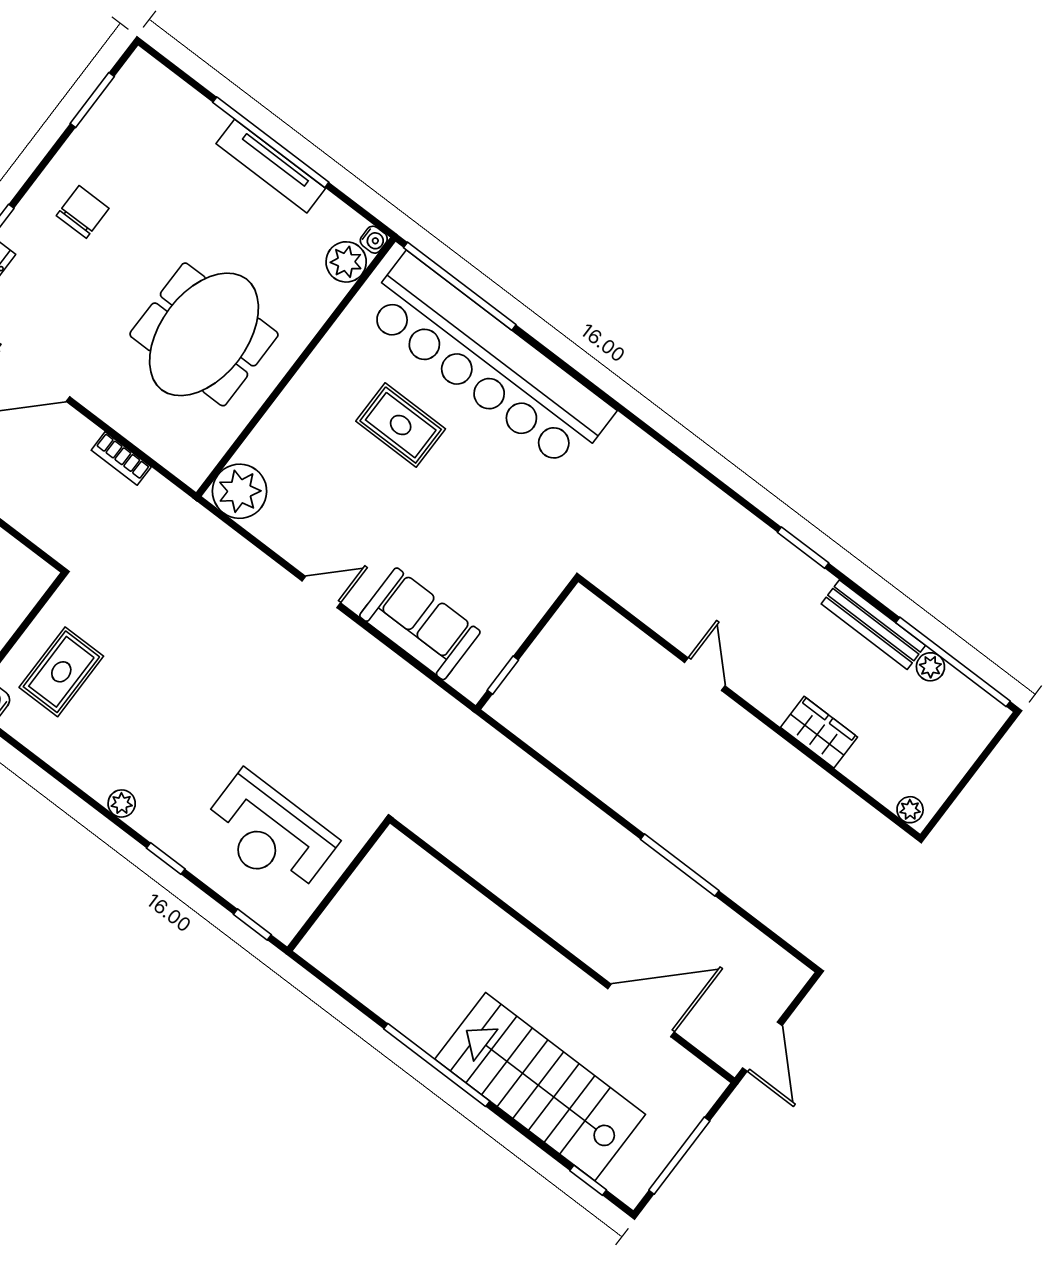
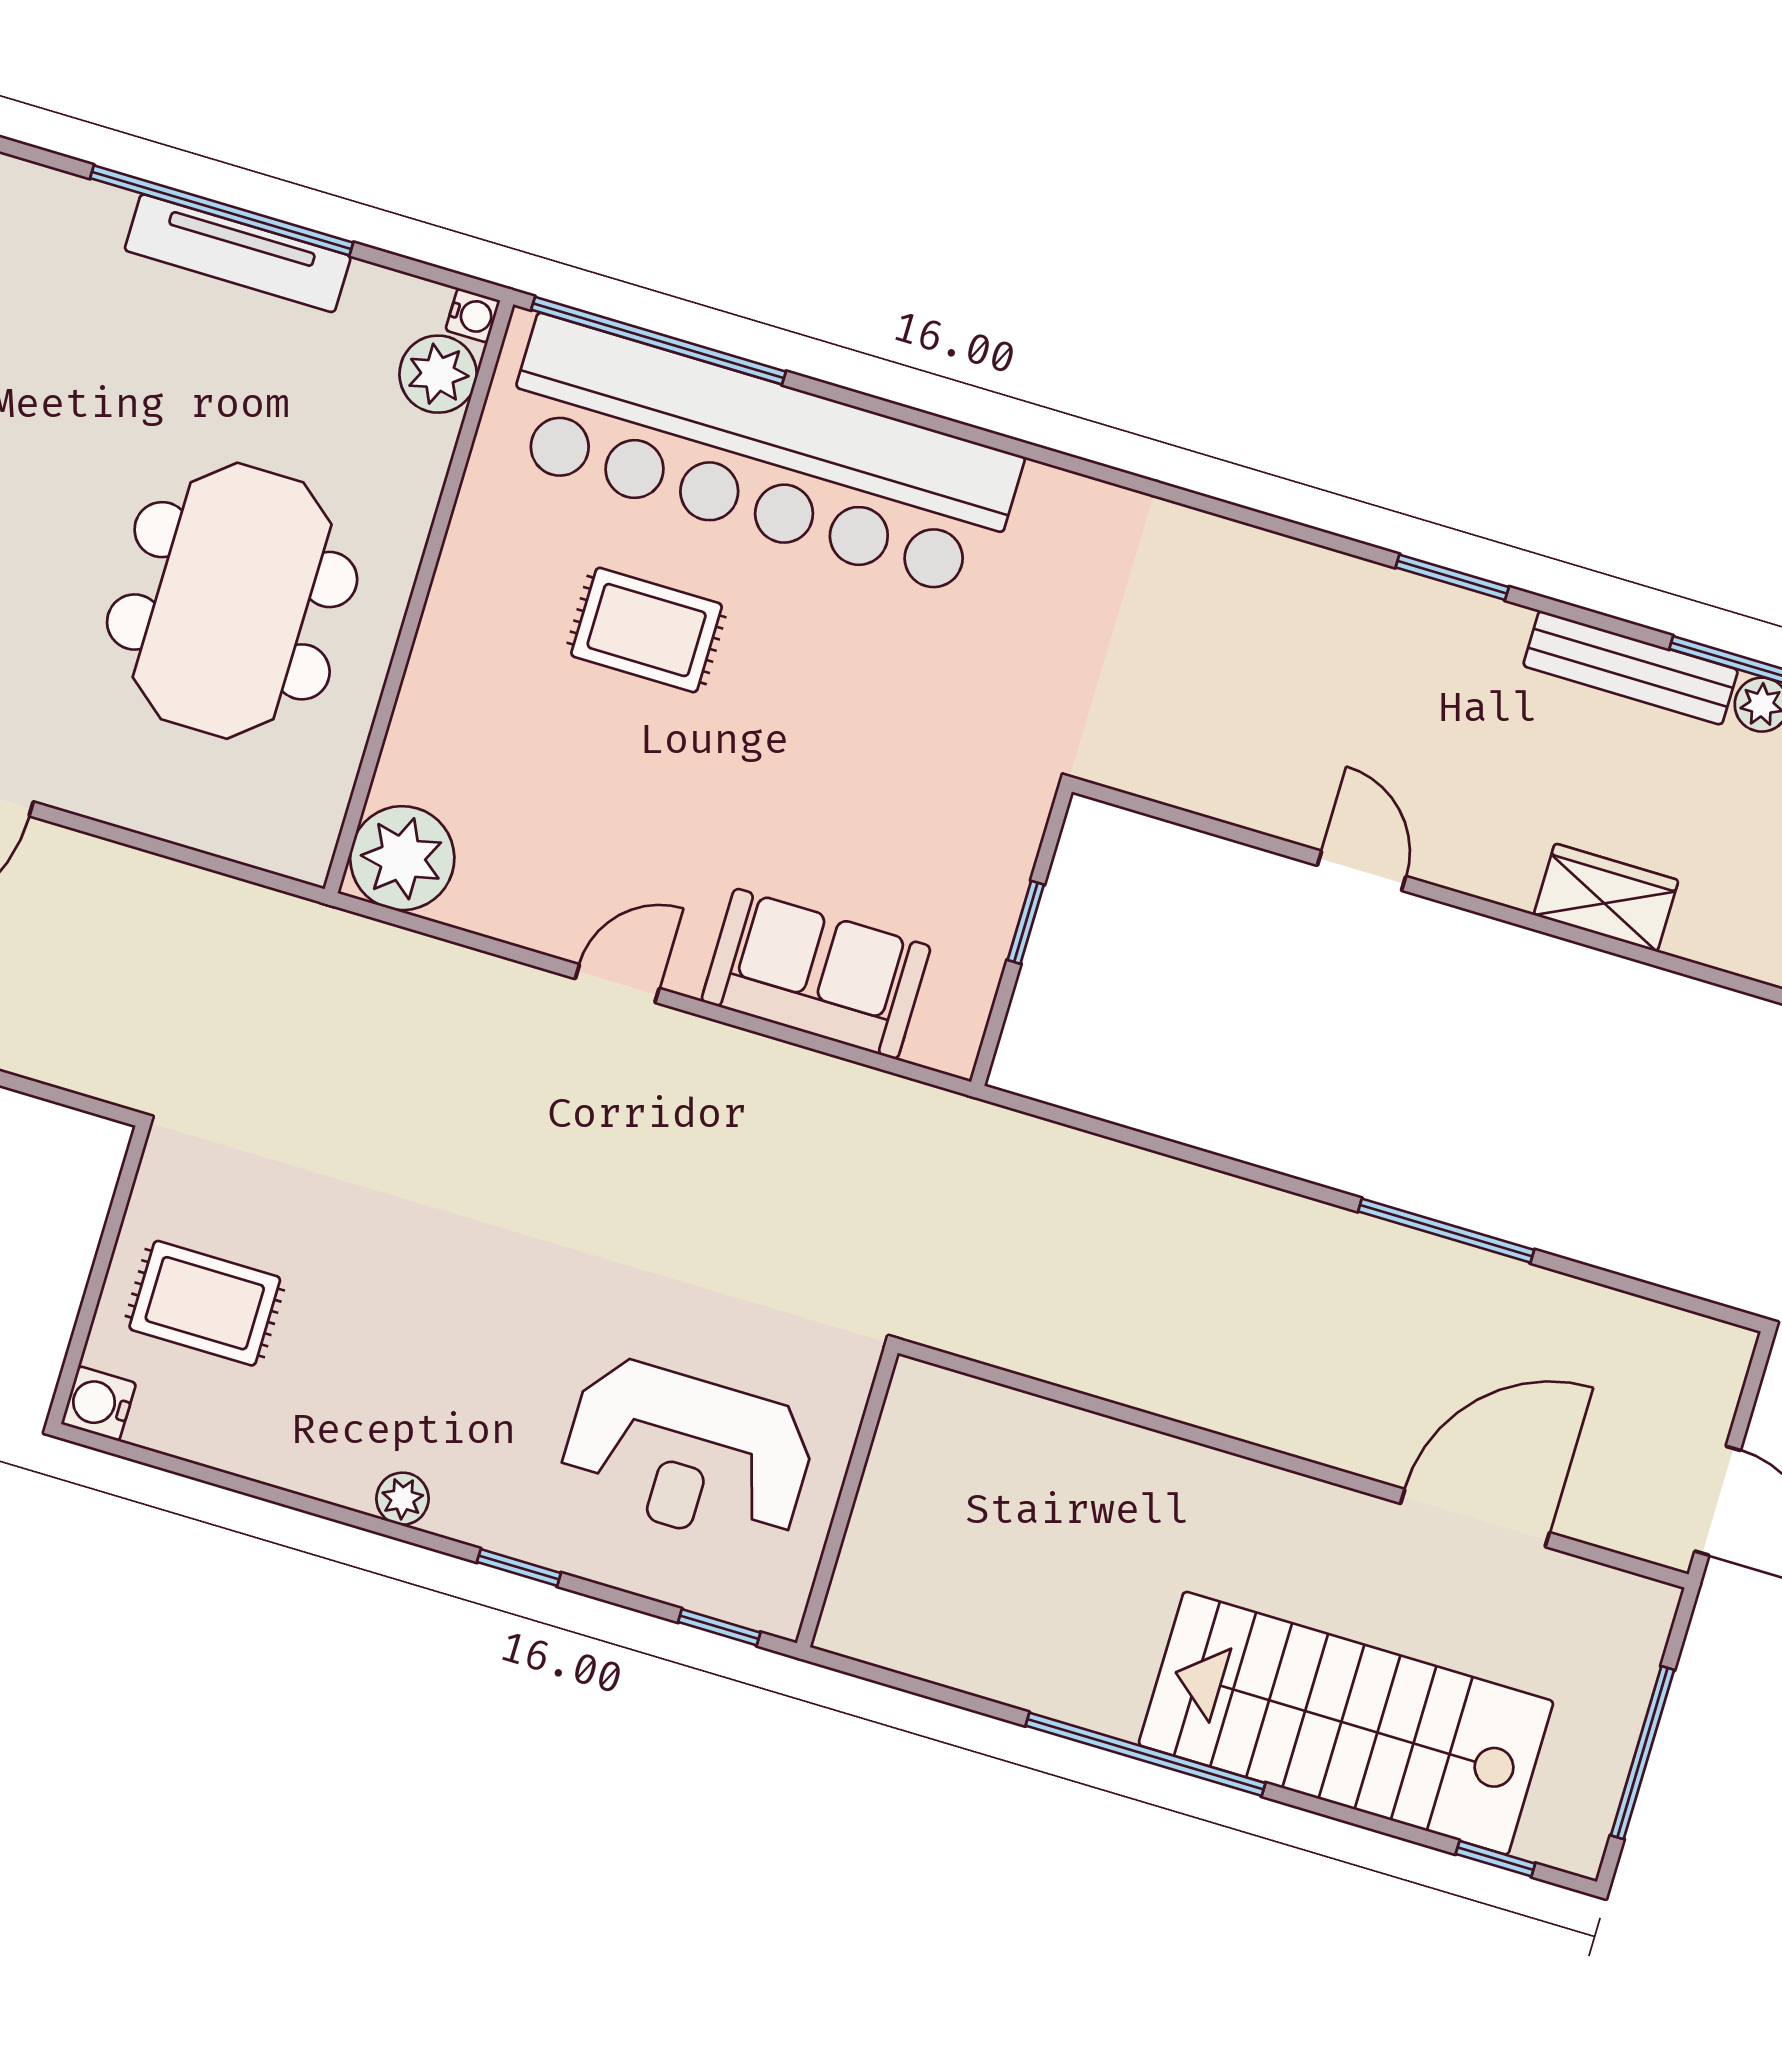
bookcase: (121, 458) -> (168, 880), removed
rug: (61, 672) -> (205, 1303), turned 90
window: (503, 675) -> (1026, 922), moved

